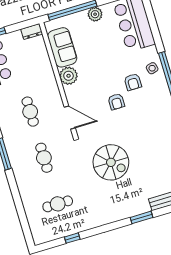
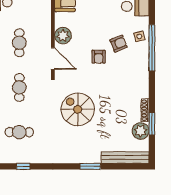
plant: (69, 76) -> (63, 36), moved
armchair: (133, 82) -> (119, 44), turned -112
spiral stairs: (111, 162) -> (78, 109), turned 180

